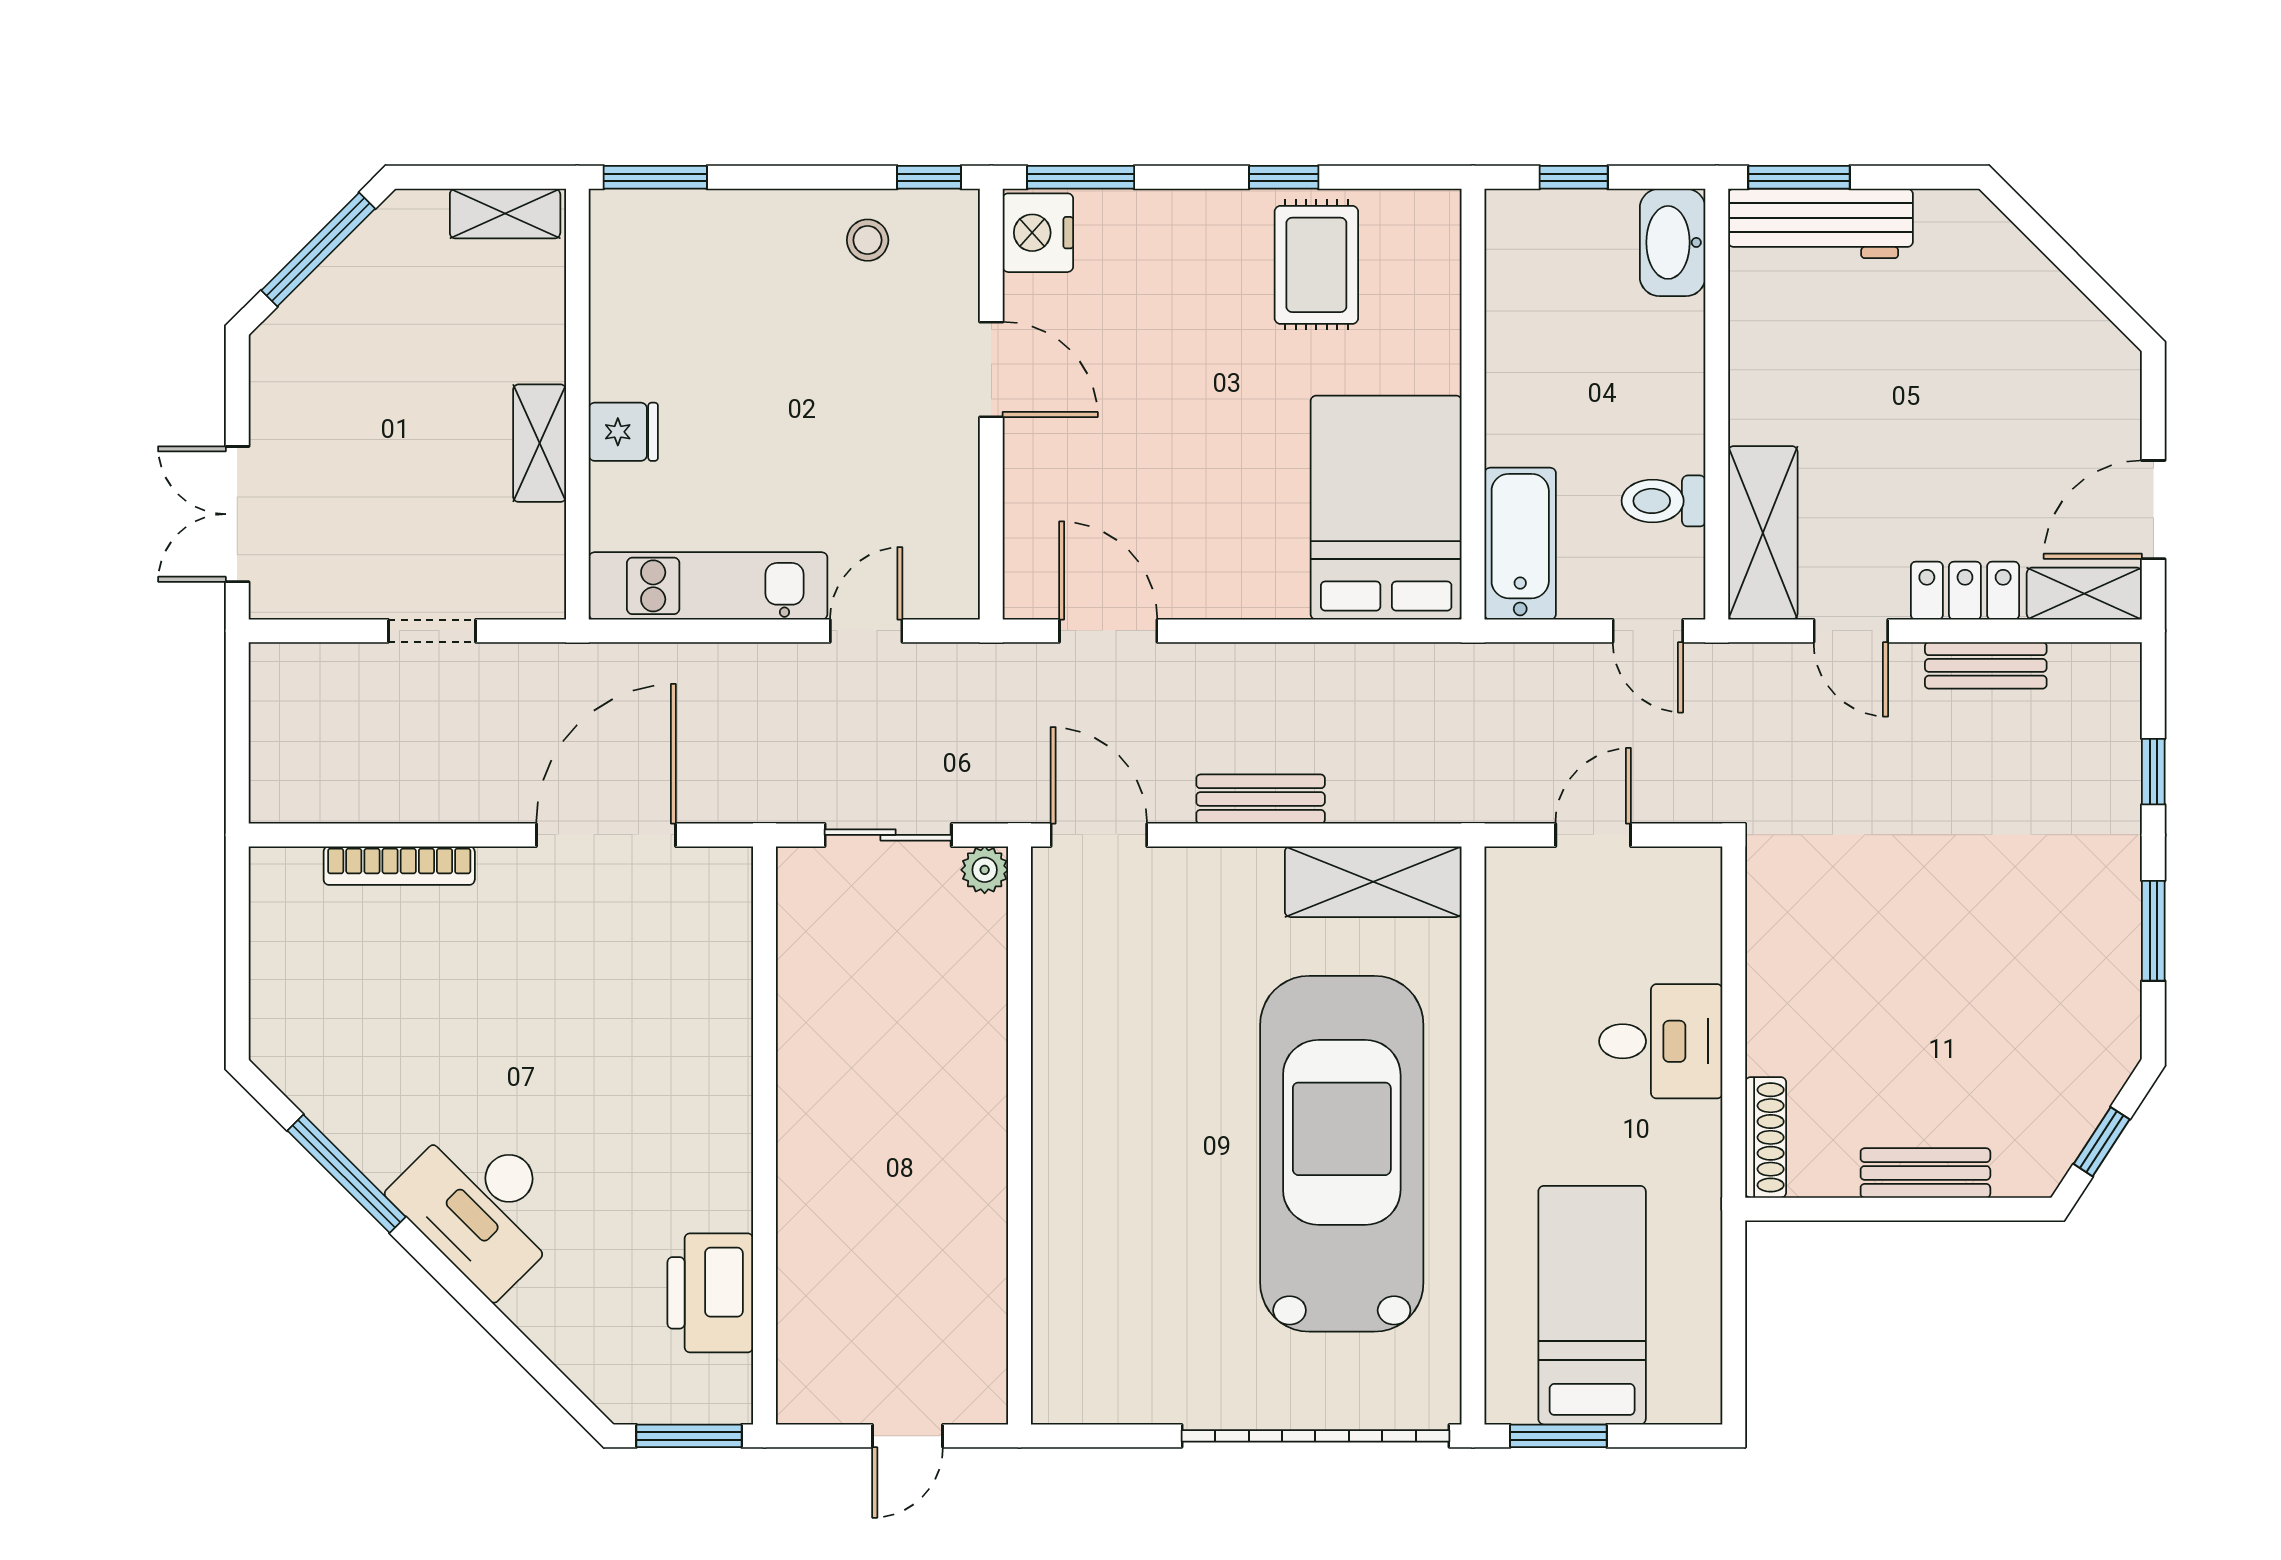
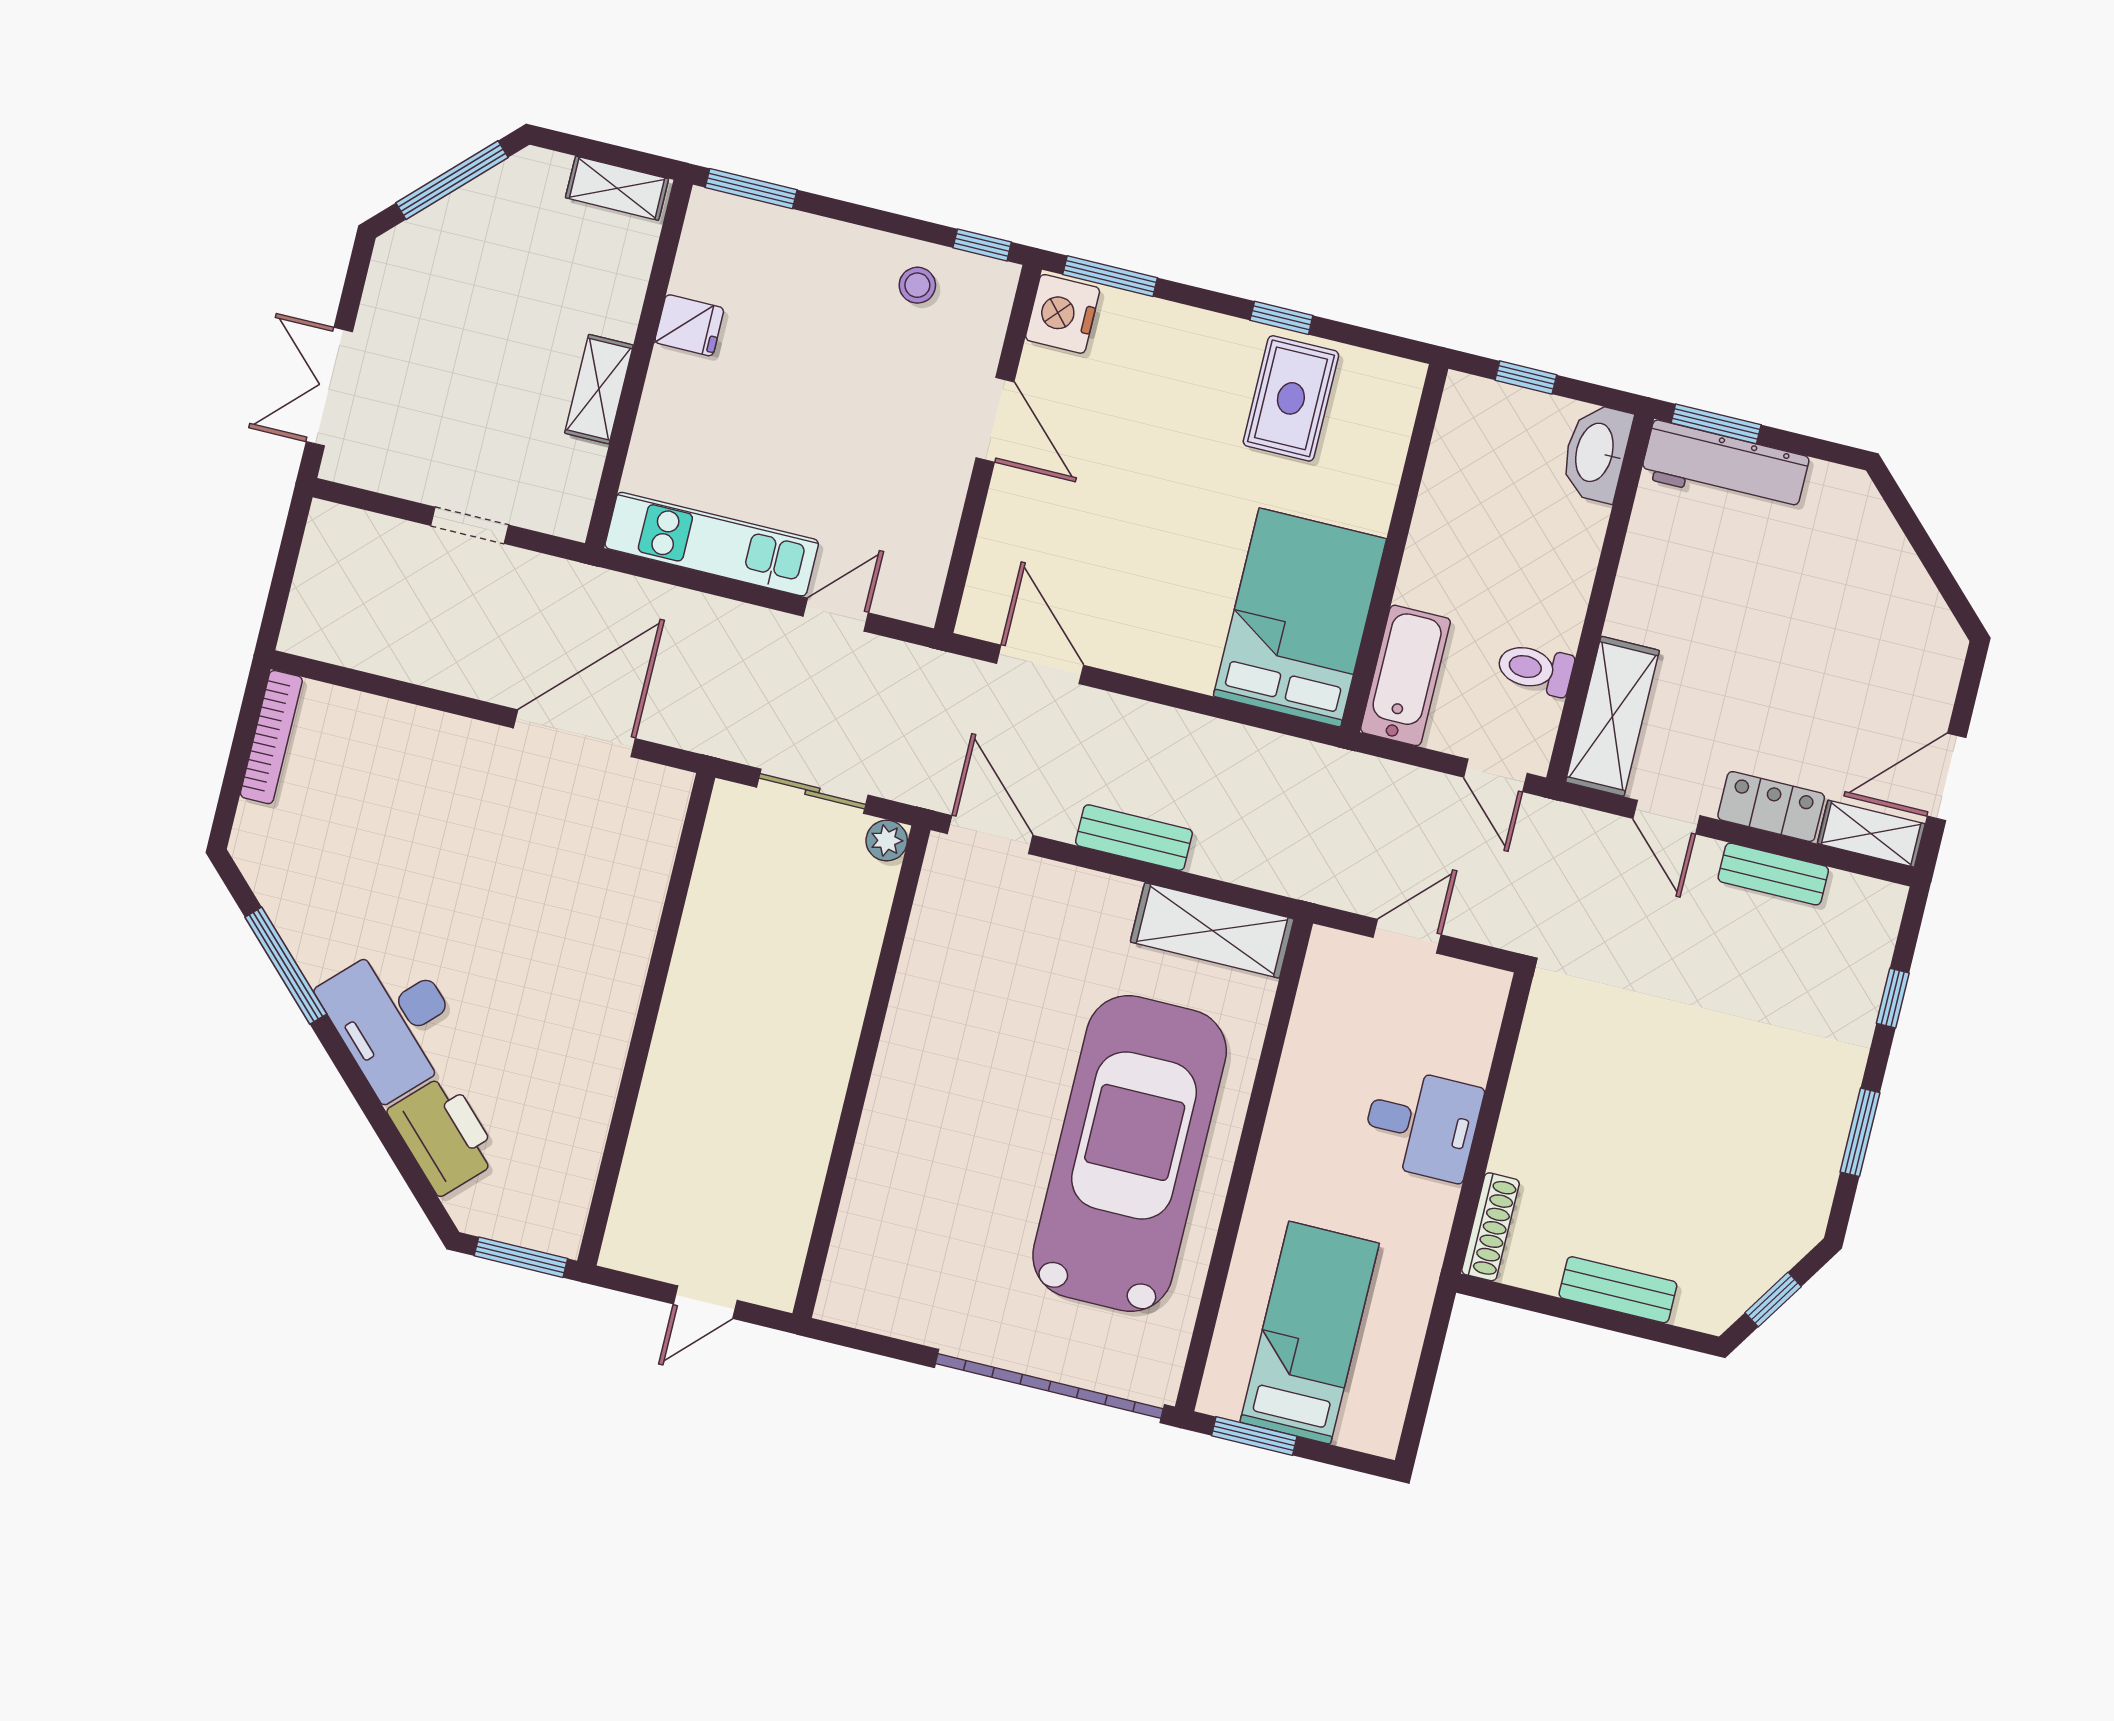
fridge: (623, 432) -> (689, 325), moved
bookcase: (399, 866) -> (271, 737), moved, turned -90
printer: (710, 1293) -> (444, 1135), moved, turned 135

